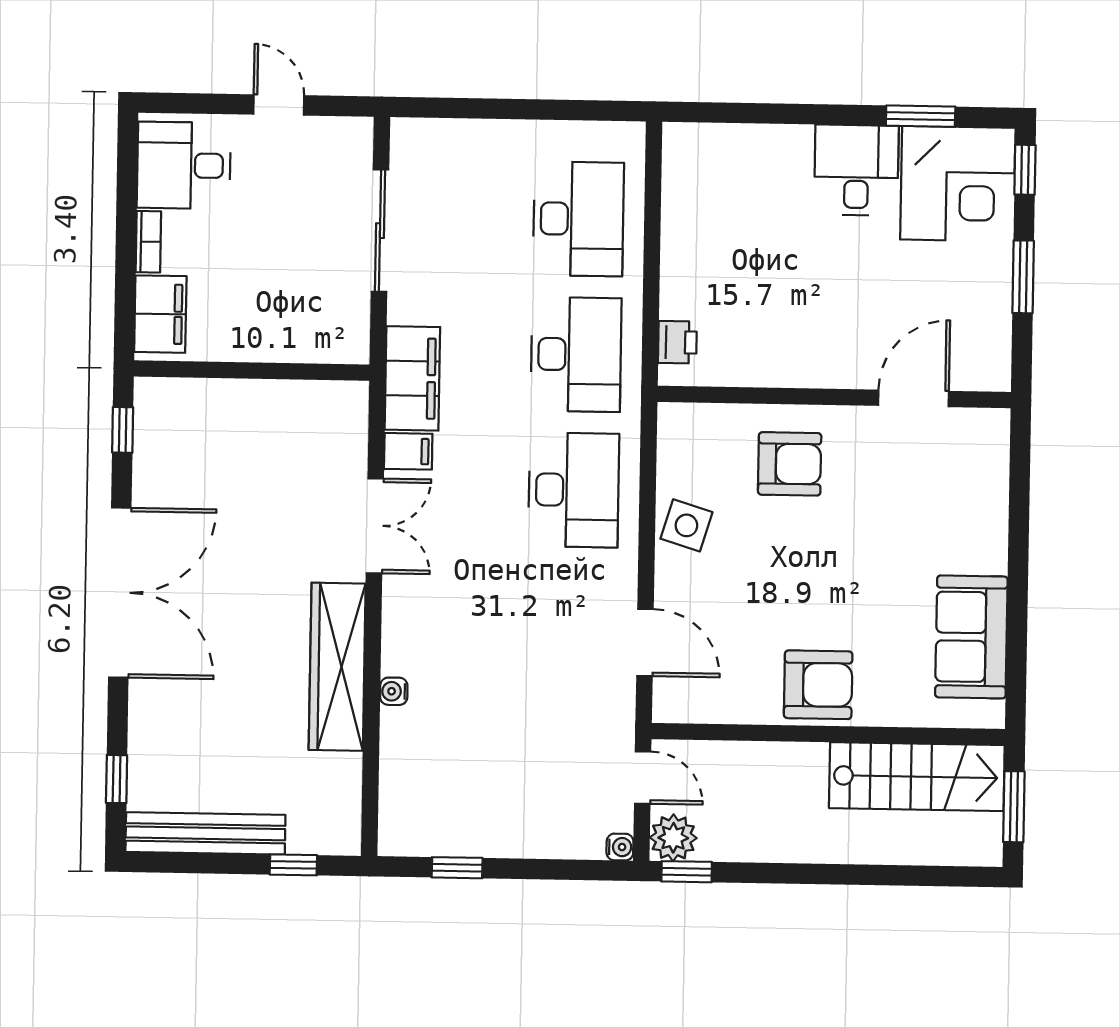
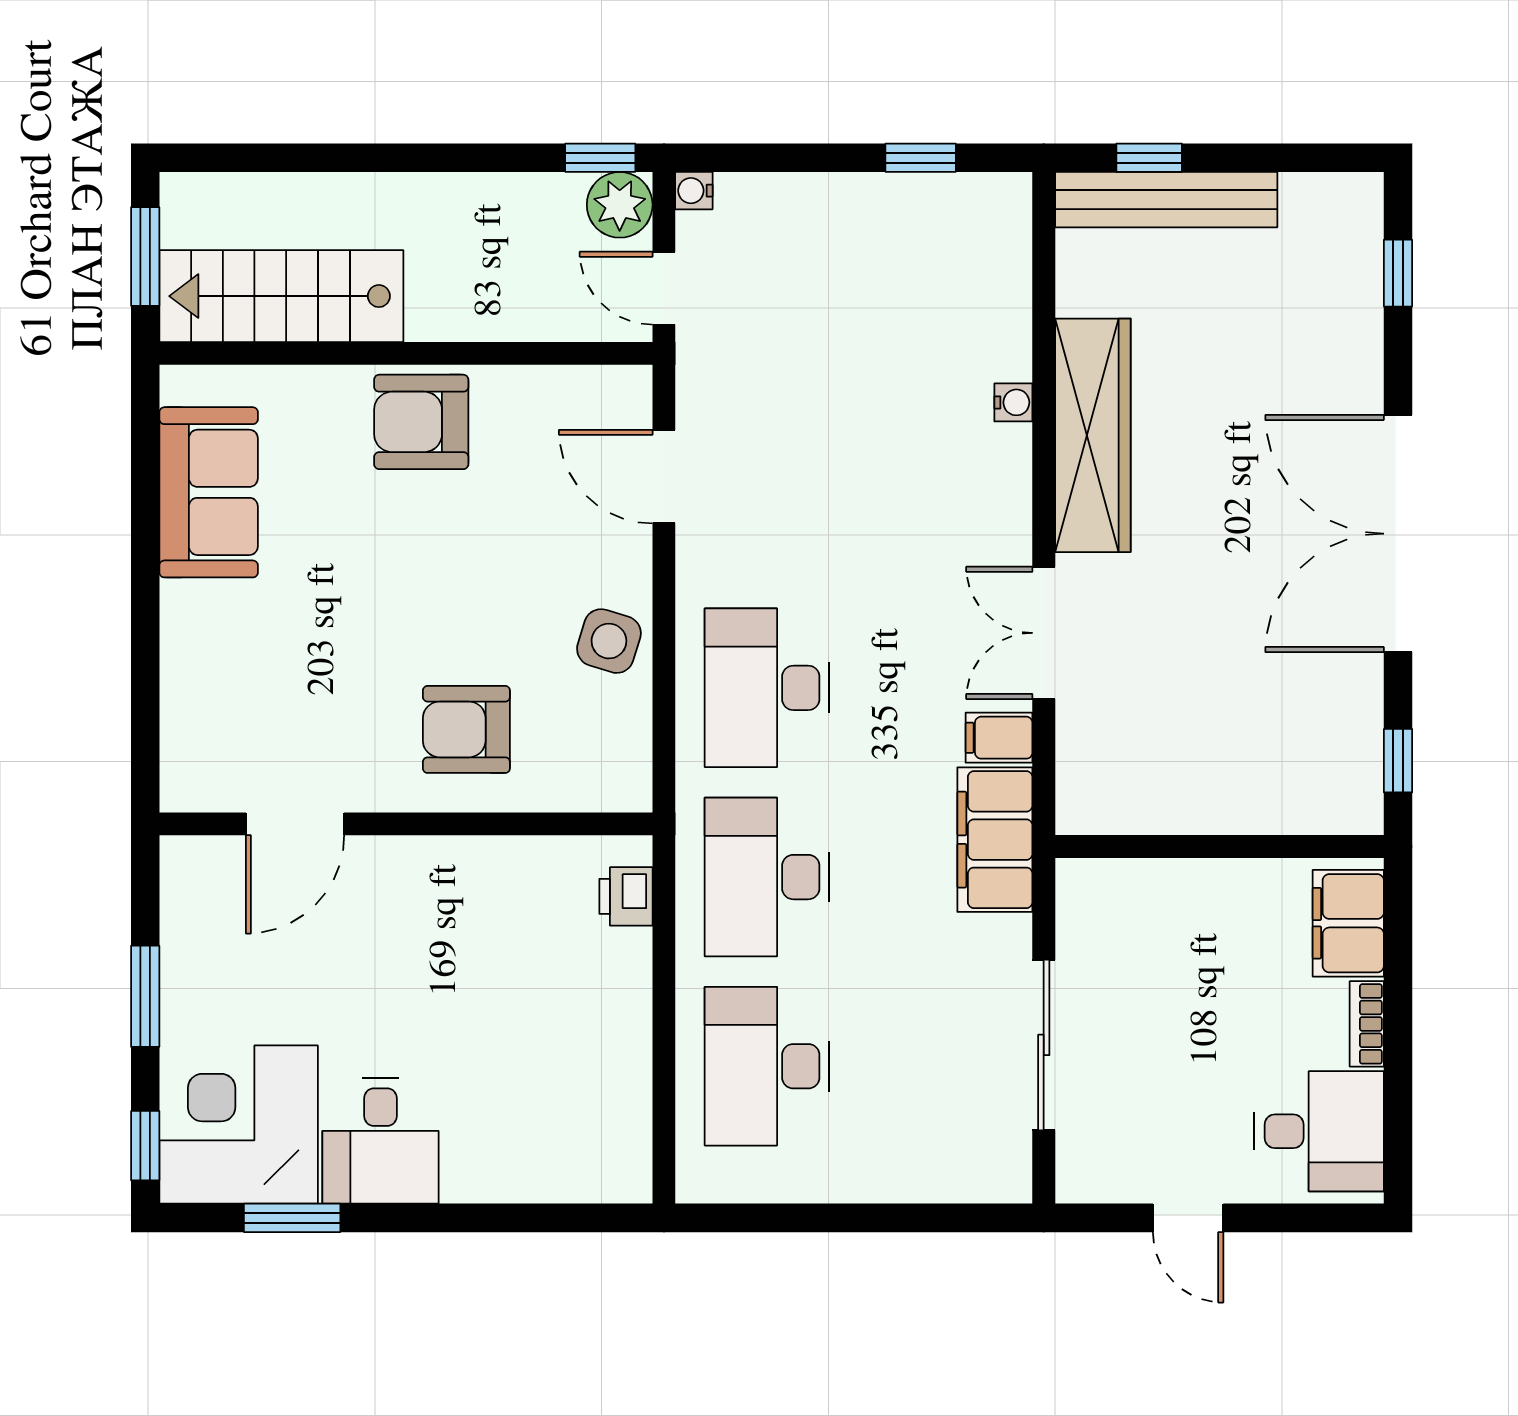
bench: (205, 833) -> (1166, 200), moved

